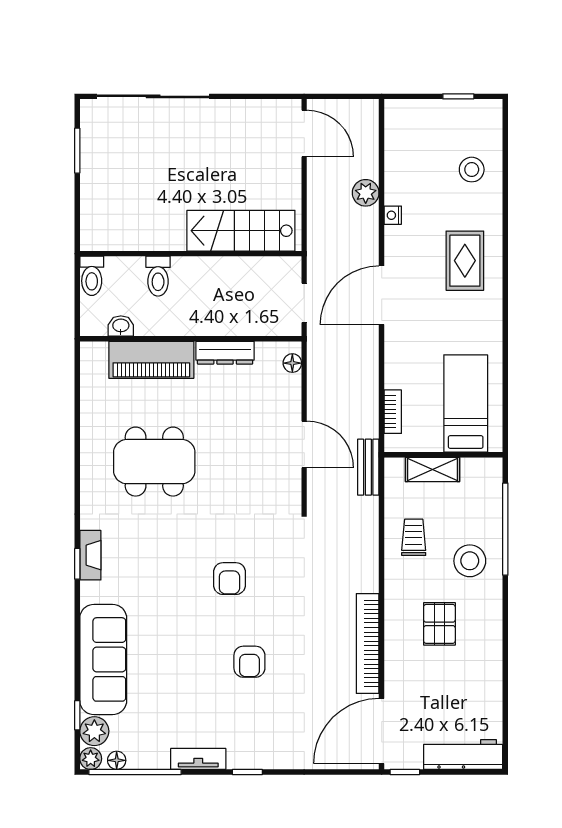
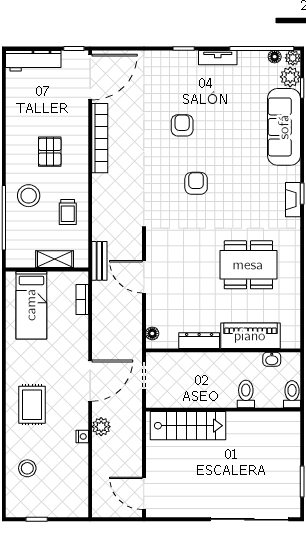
plant: (366, 193) -> (101, 427), moved

